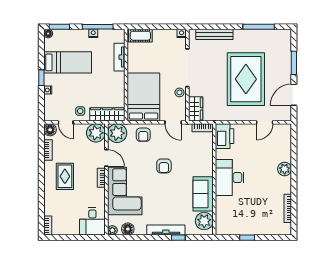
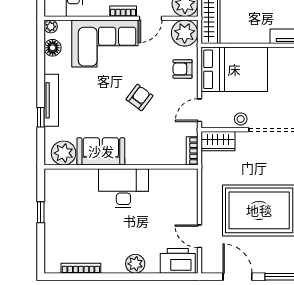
printer: (225, 136) -> (178, 261), moved, turned 180
armchair: (164, 166) -> (139, 97), turned 127

